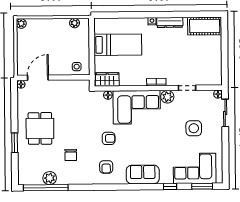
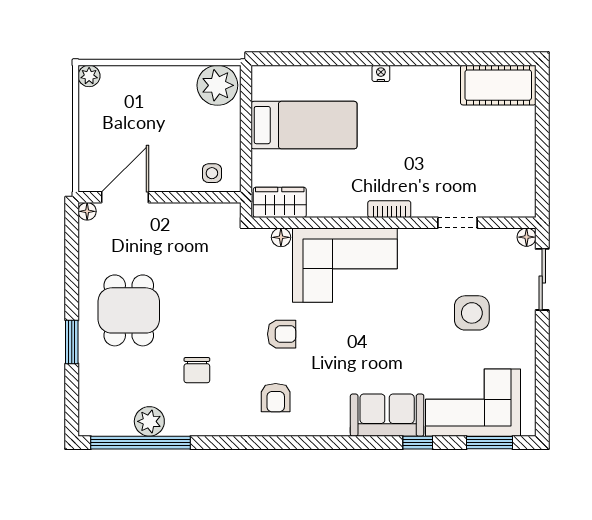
dresser: (170, 22) -> (421, 76), removed
plant: (75, 23) -> (217, 85), width x1.87, depth x1.87
plant: (167, 97) -> (414, 242), removed
sofa: (143, 174) -> (387, 415), moved

